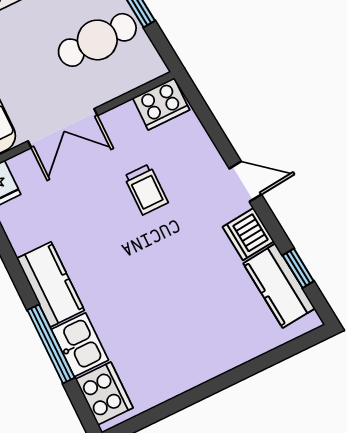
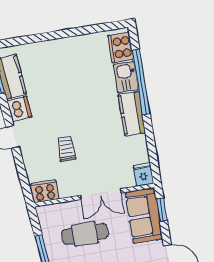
cafe table: (97, 40) -> (85, 234), moved
double door: (63, 128) -> (101, 194), swing flipped
window: (51, 344) -> (141, 82), width x1.46

